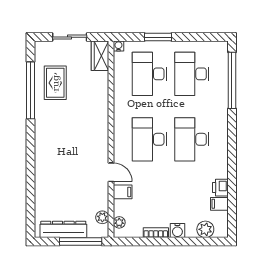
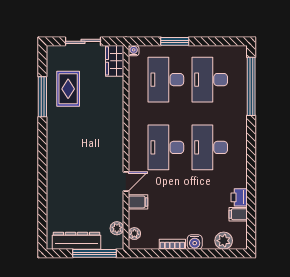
window: (30, 90) -> (42, 97), width x0.68
door: (111, 172) -> (126, 182), hinge flipped

